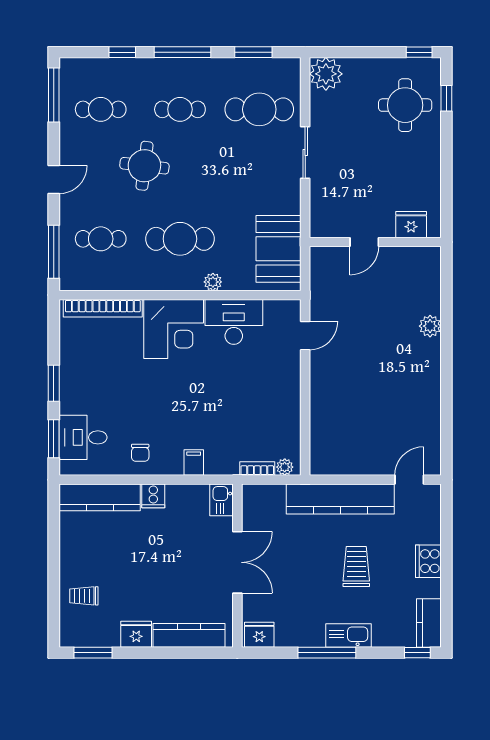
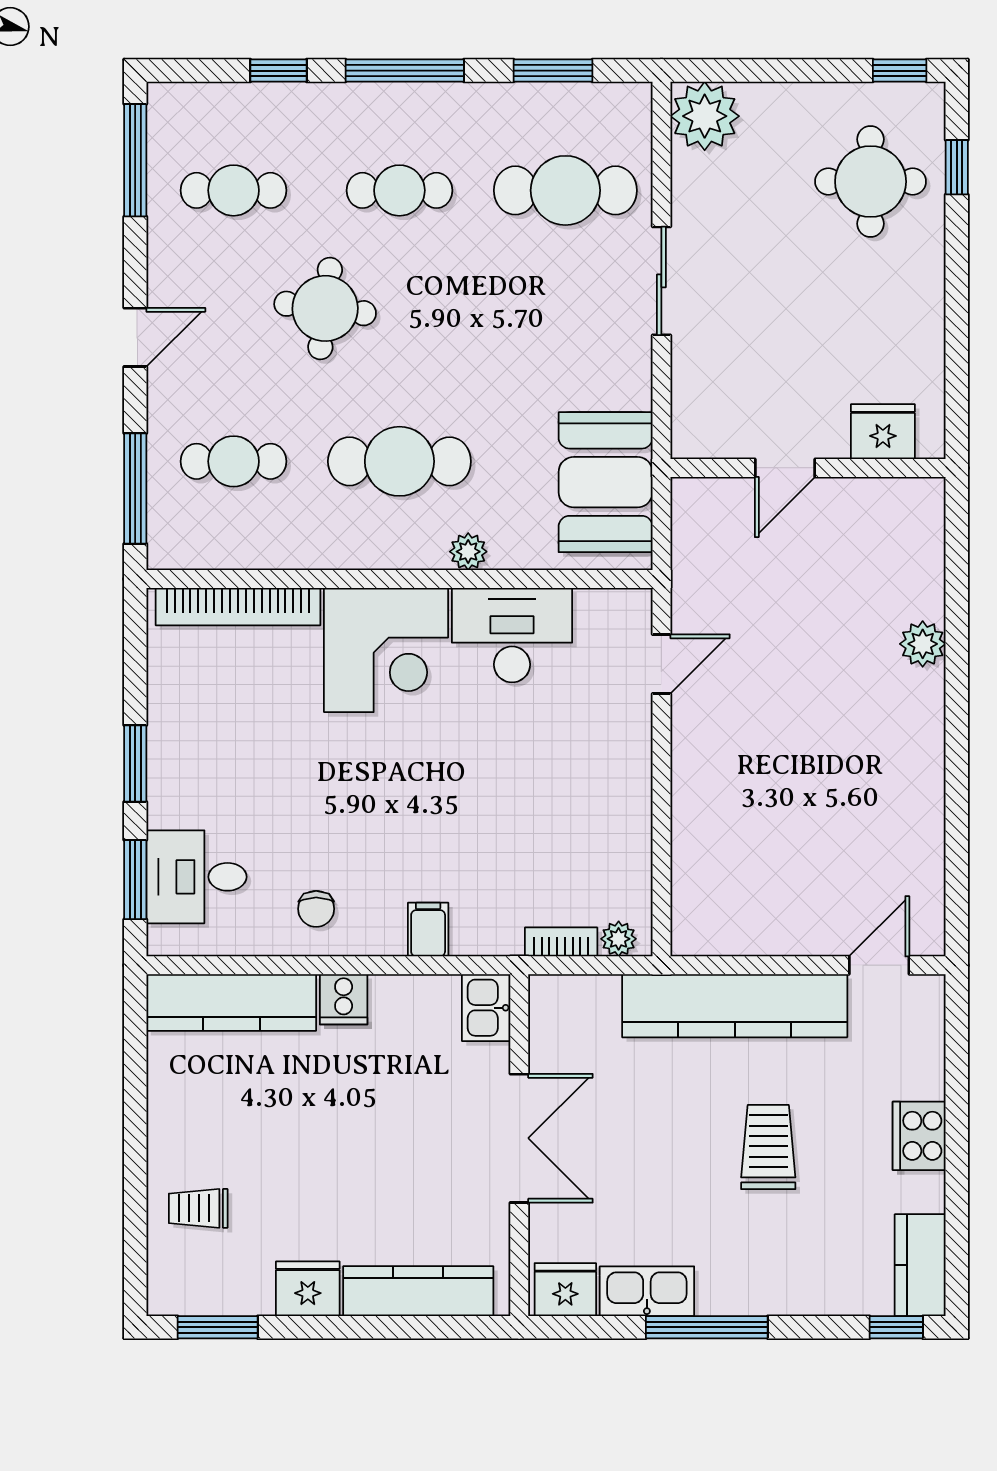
kitchen sink: (349, 635) -> (647, 1291), moved

